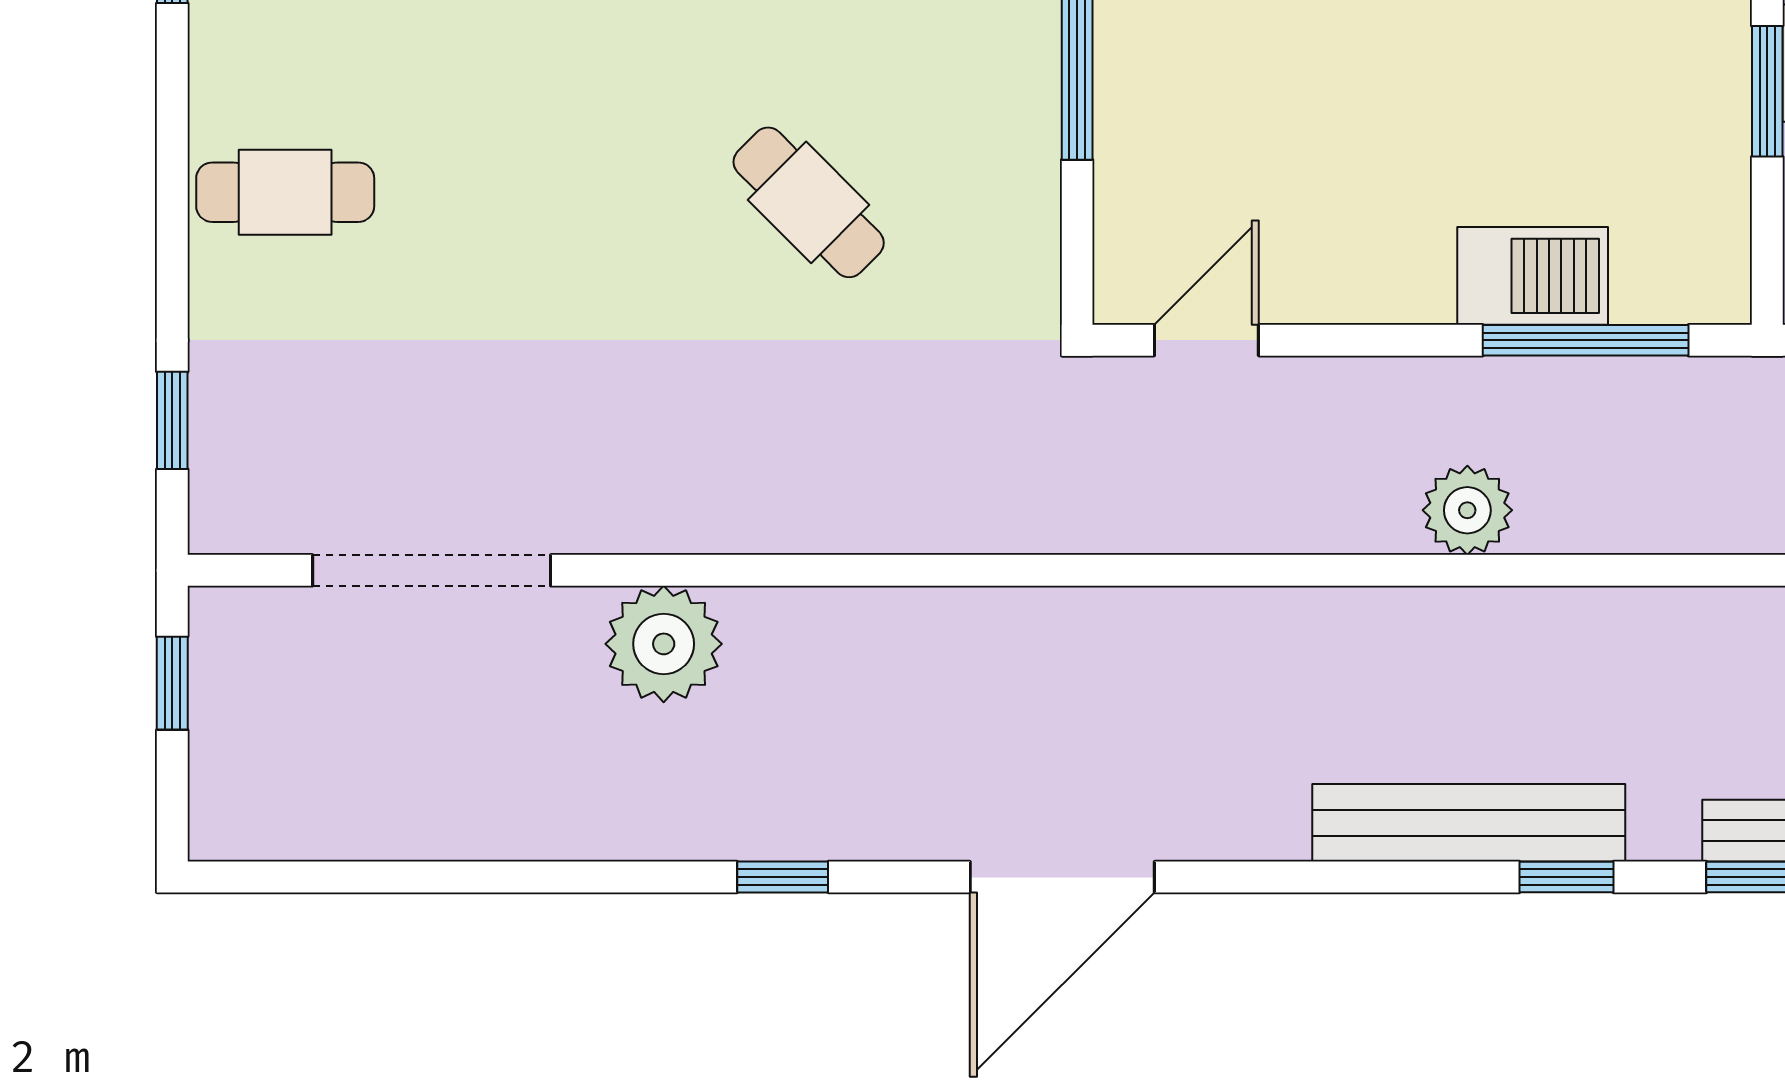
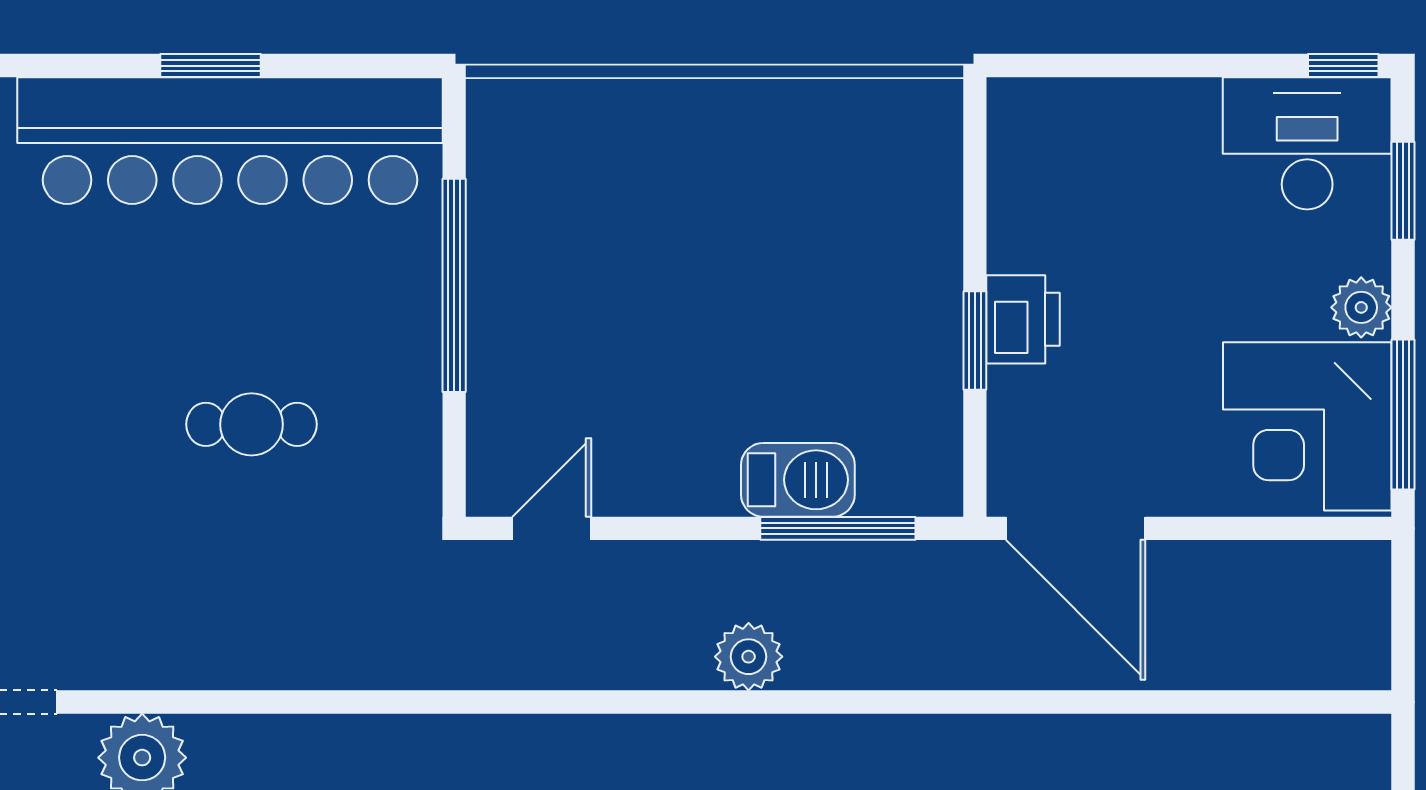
cafe table: (809, 202) -> (251, 424), turned -45

